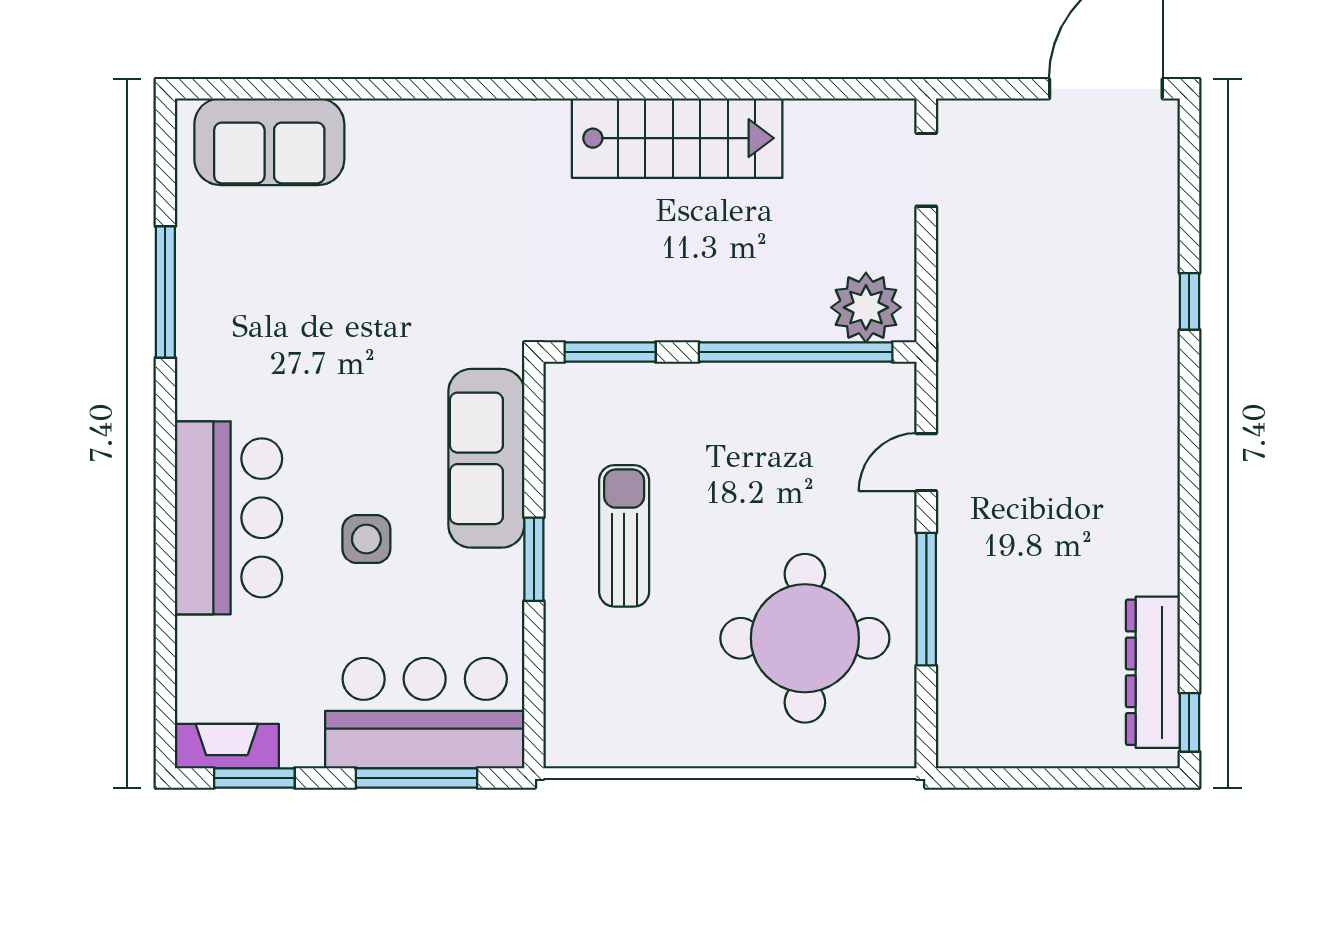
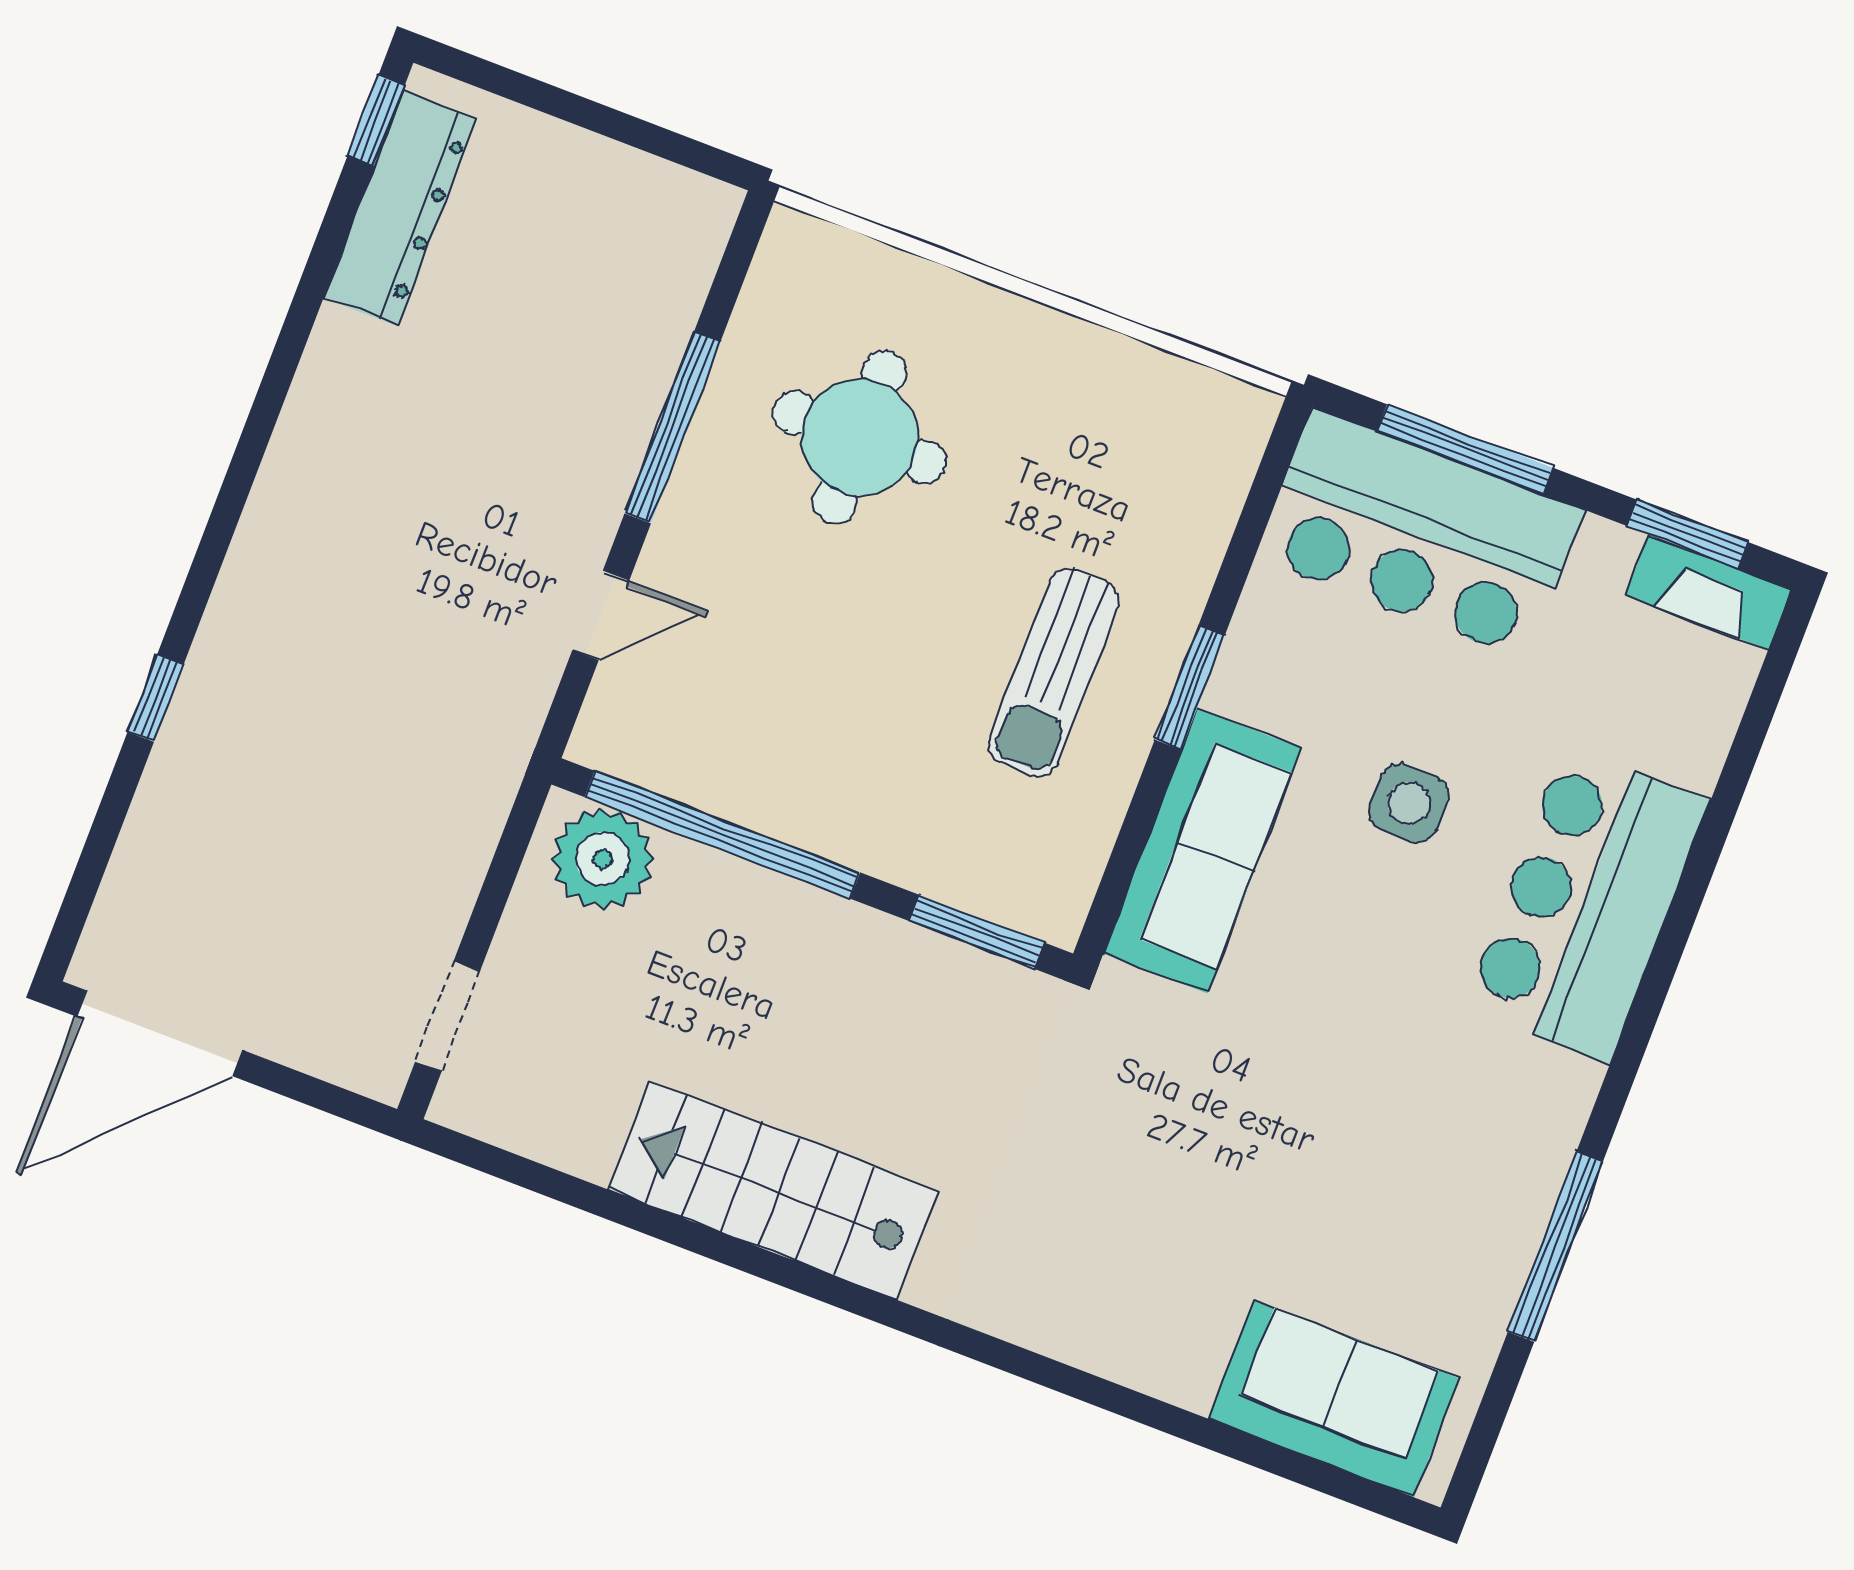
round table: (805, 638) -> (859, 437), width x0.73, depth x0.73

